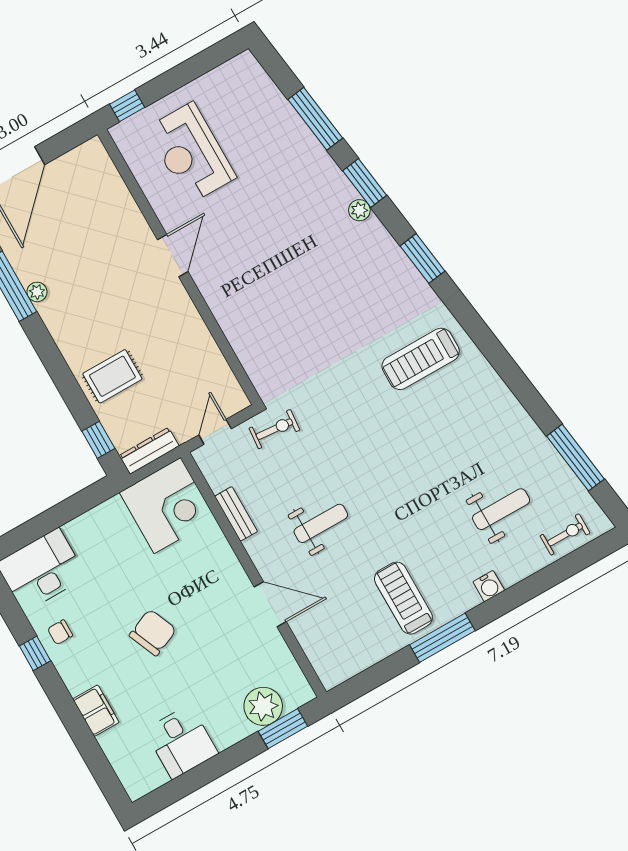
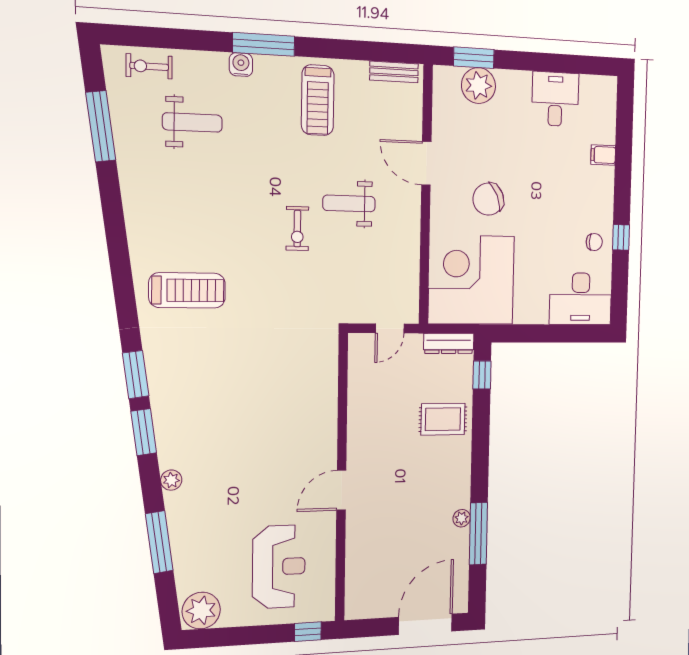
plant: (241, 75) -> (201, 611), added
window: (365, 183) -> (144, 432), moved
plant: (359, 210) -> (171, 480), moved
exercise bike: (274, 429) -> (297, 229), moved, turned -95
corner desk: (167, 506) -> (471, 280), width x1.36, depth x1.36
weight bench: (501, 509) -> (192, 122), turned 180
bench: (236, 514) -> (394, 72), moved, turned 90
chair: (153, 633) -> (488, 199), moved
window: (442, 638) -> (264, 44), moved
filing cabinet: (96, 711) -> (603, 155), width x0.50

